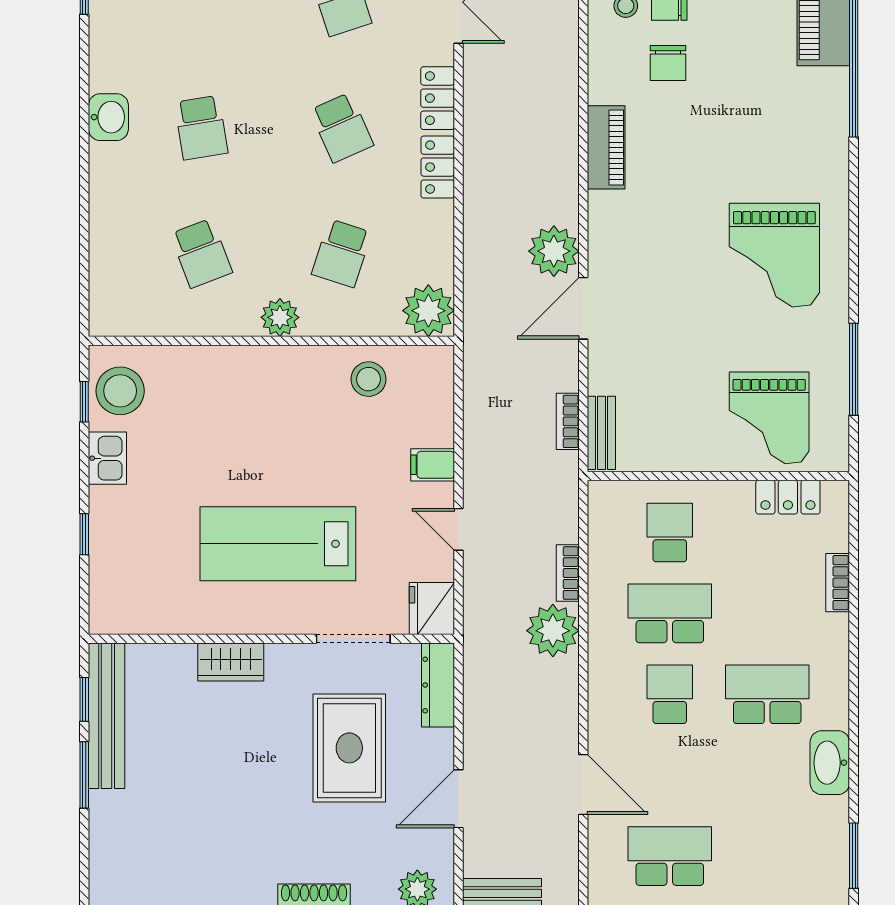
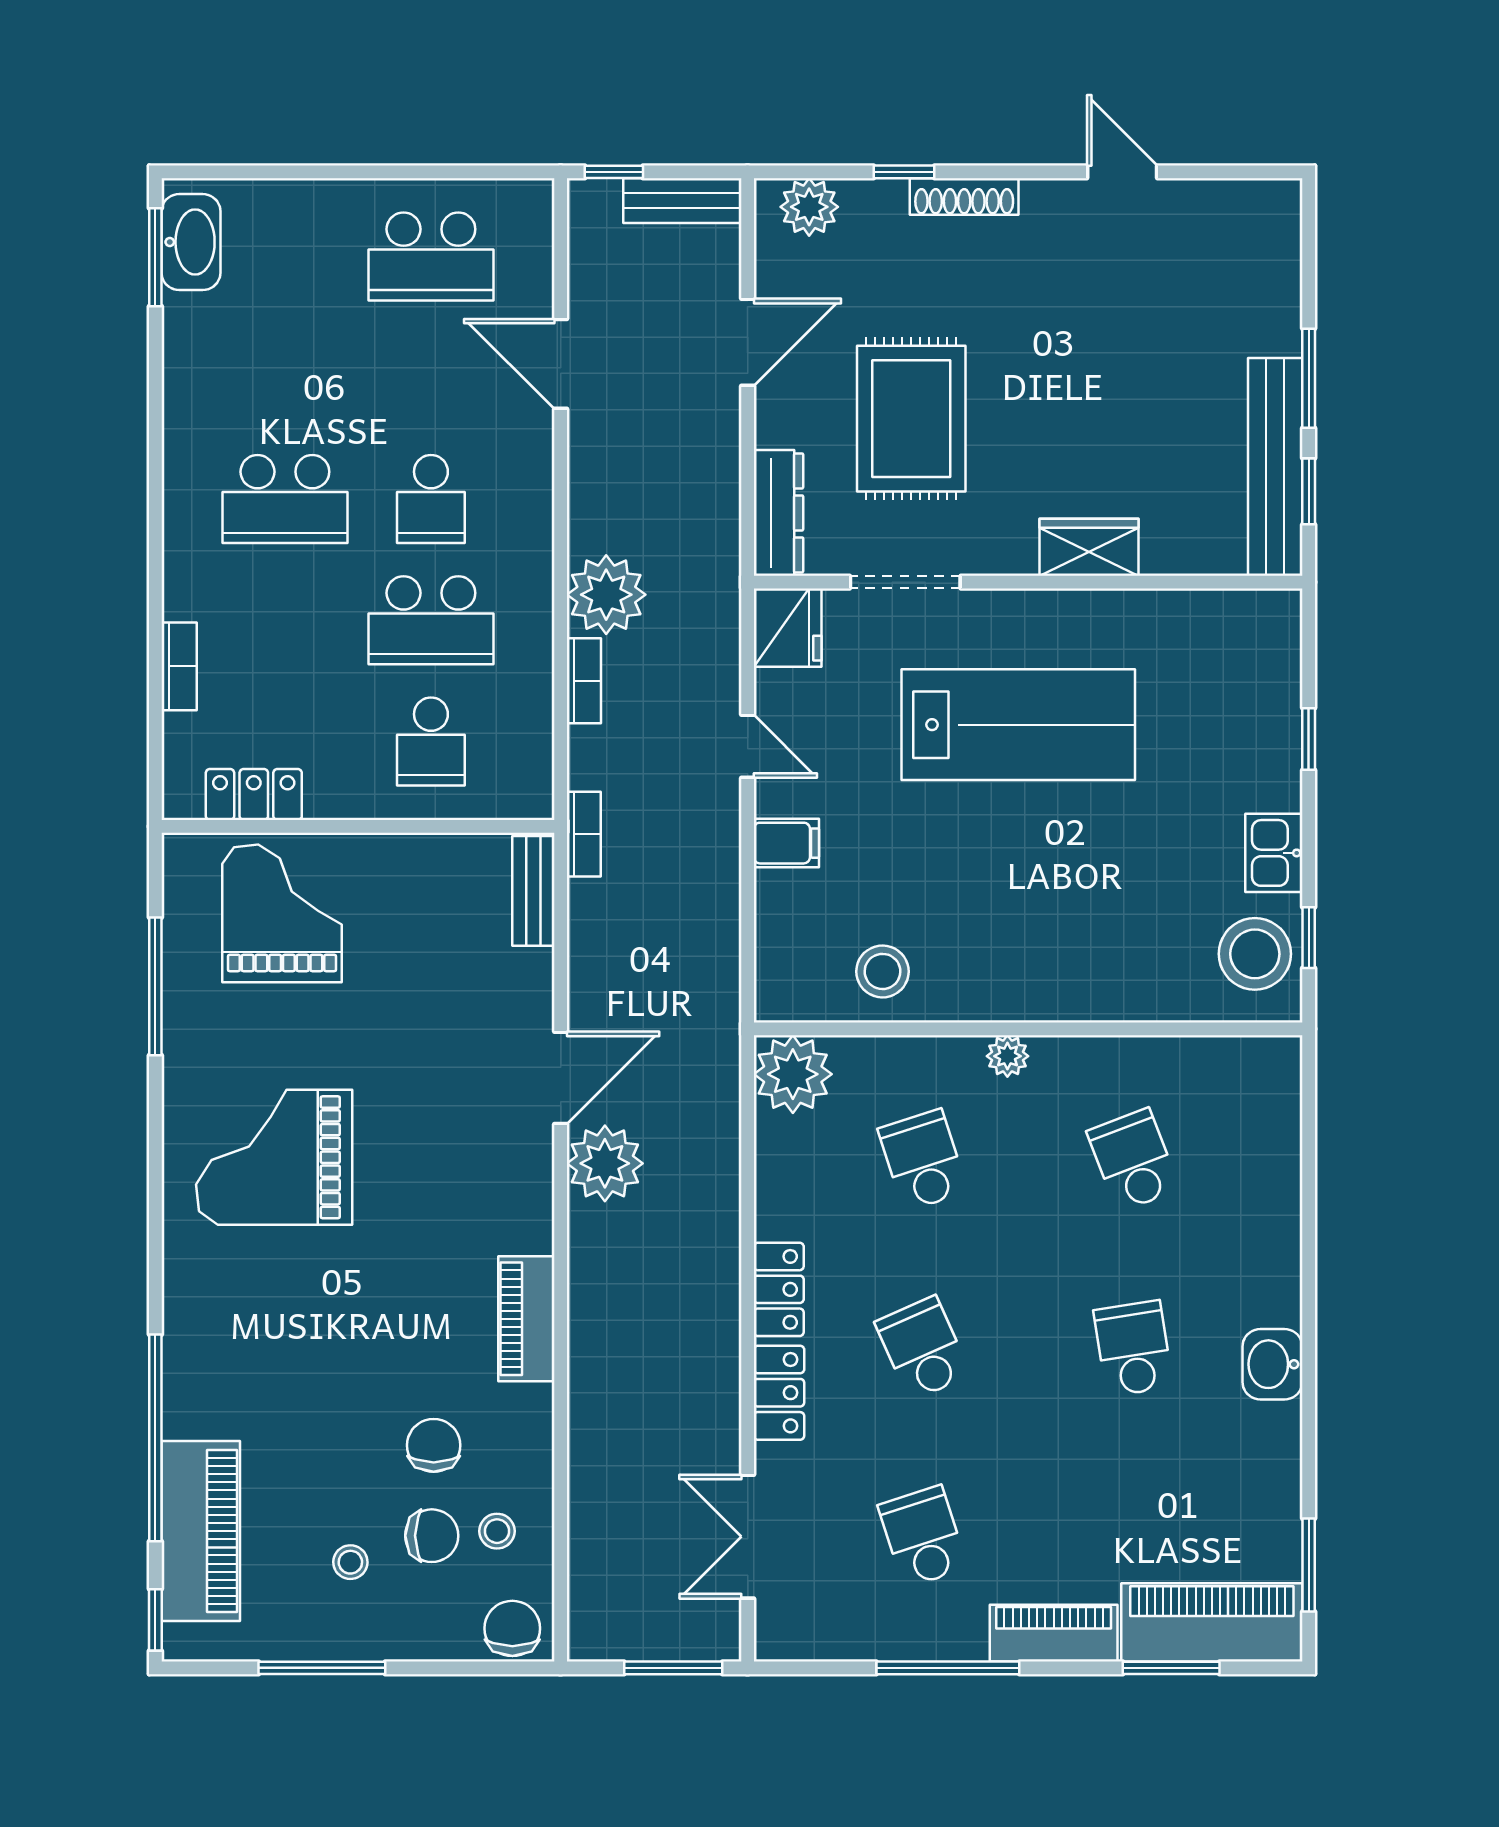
school desk: (342, 253) -> (923, 1160), turned -36
grand piano: (774, 255) -> (274, 1157), turned -90
plant: (280, 317) -> (1007, 1056), width x0.73, depth x0.73
bookcase: (568, 421) -> (584, 834), moved
washbasin: (830, 763) -> (191, 242), moved

